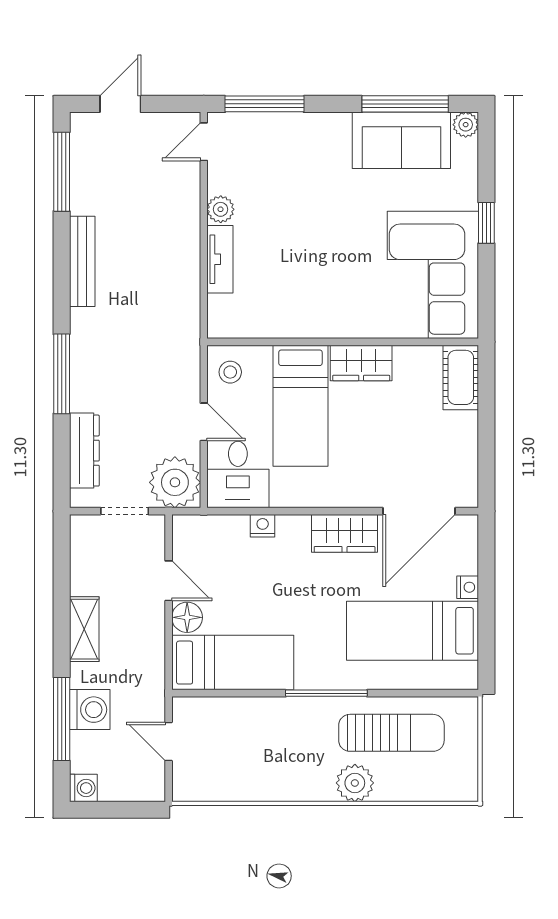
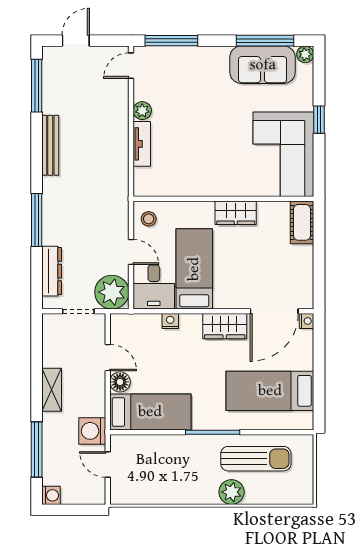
bed: (300, 406) -> (194, 269), moved, turned 180
nightstand: (468, 587) -> (307, 321), moved
washing machine: (90, 710) -> (92, 431), moved, turned 180

